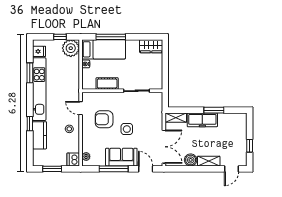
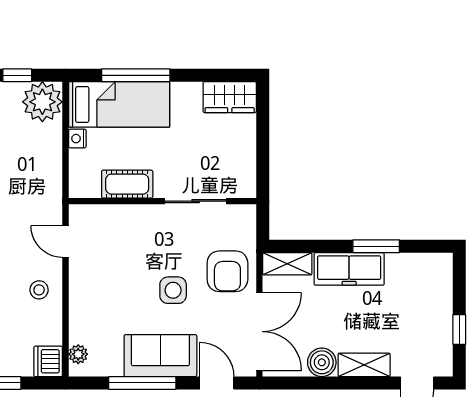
armchair: (104, 119) -> (227, 271), moved, turned -90

